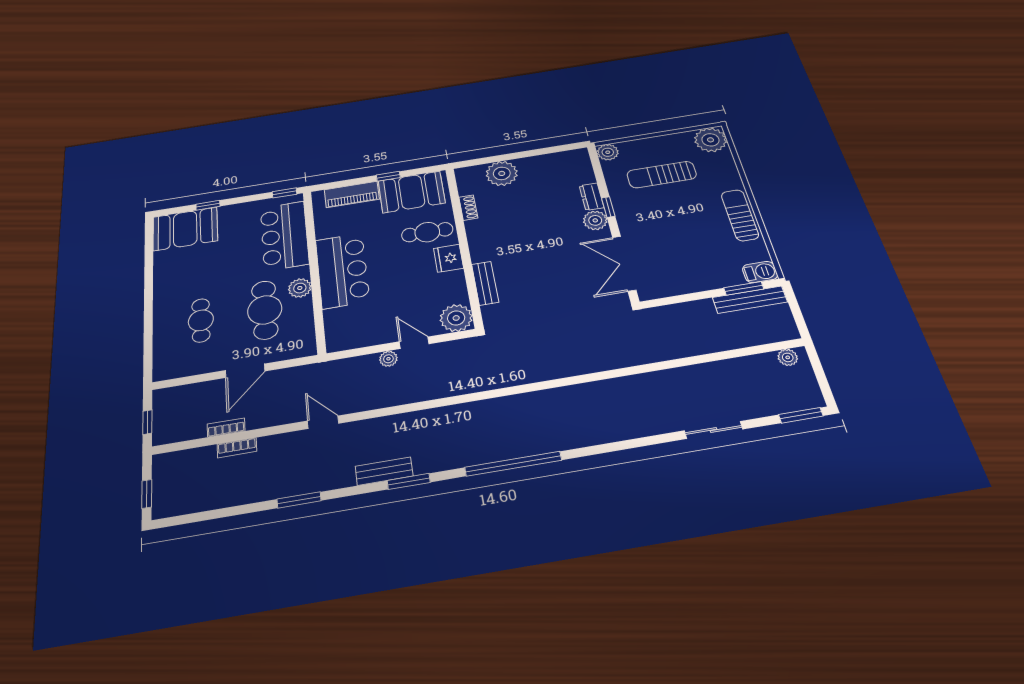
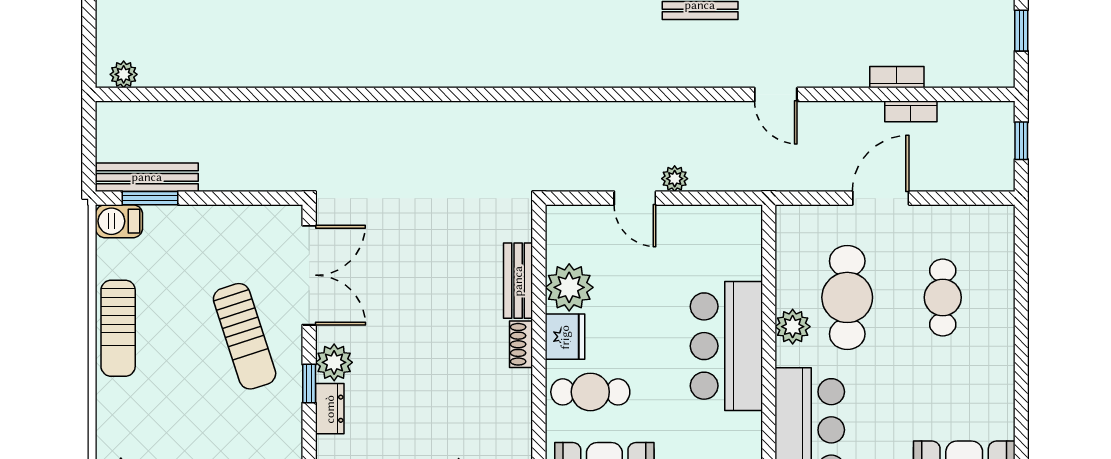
sun lounger: (662, 175) -> (245, 336), moved, turned 72
shoe rack: (468, 208) -> (521, 344), moved
plant: (456, 318) -> (569, 287), moved

